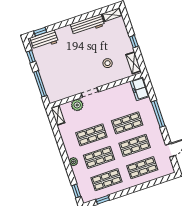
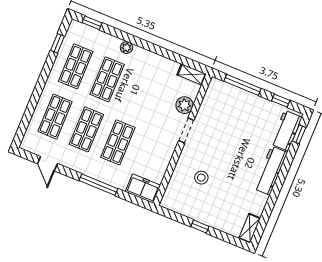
workbench: (87, 25) -> (271, 171), moved
shelving: (133, 63) -> (177, 206), removed
shop shelf: (91, 135) -> (139, 92), removed

